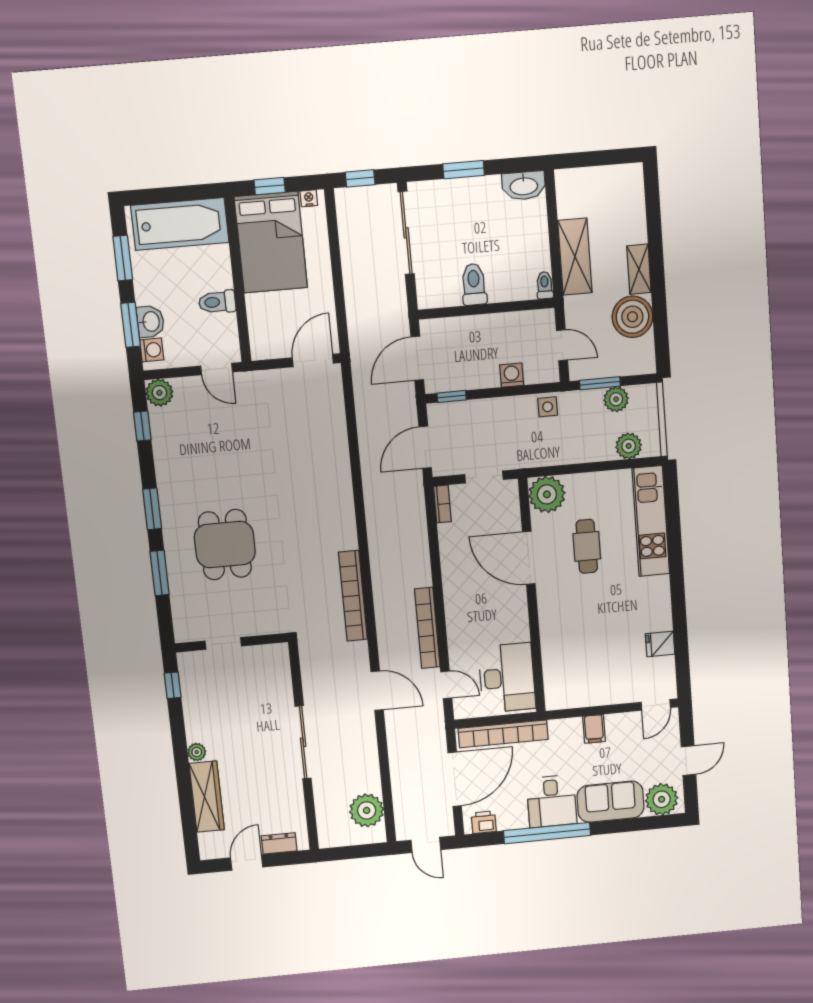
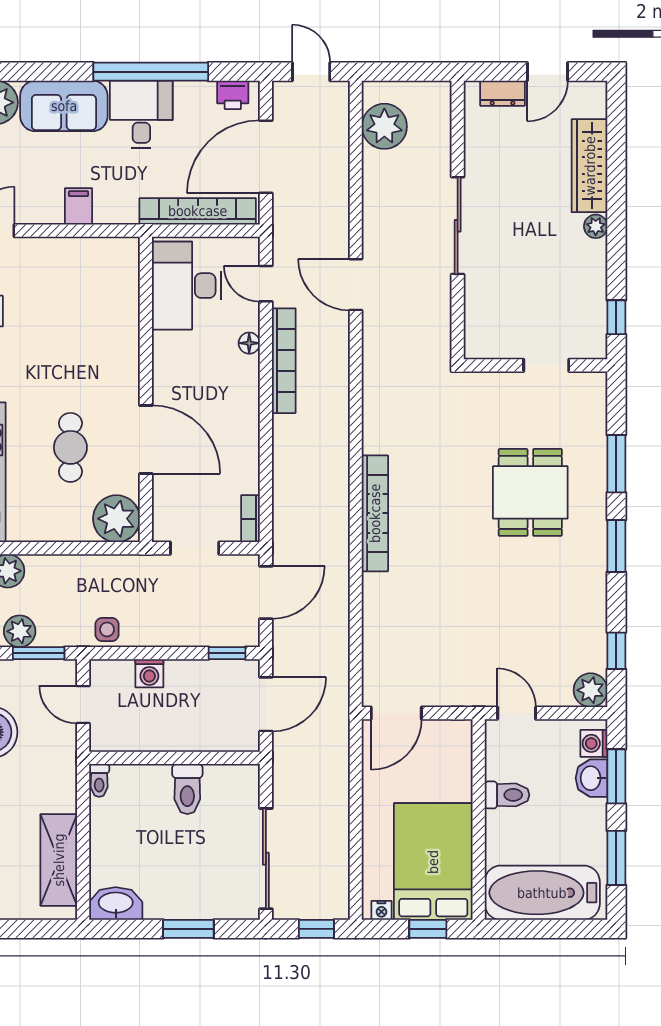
shelving: (575, 257) -> (59, 860), moved
bookcase: (353, 596) -> (375, 513), moved
floor lamp: (455, 639) -> (249, 343), added

